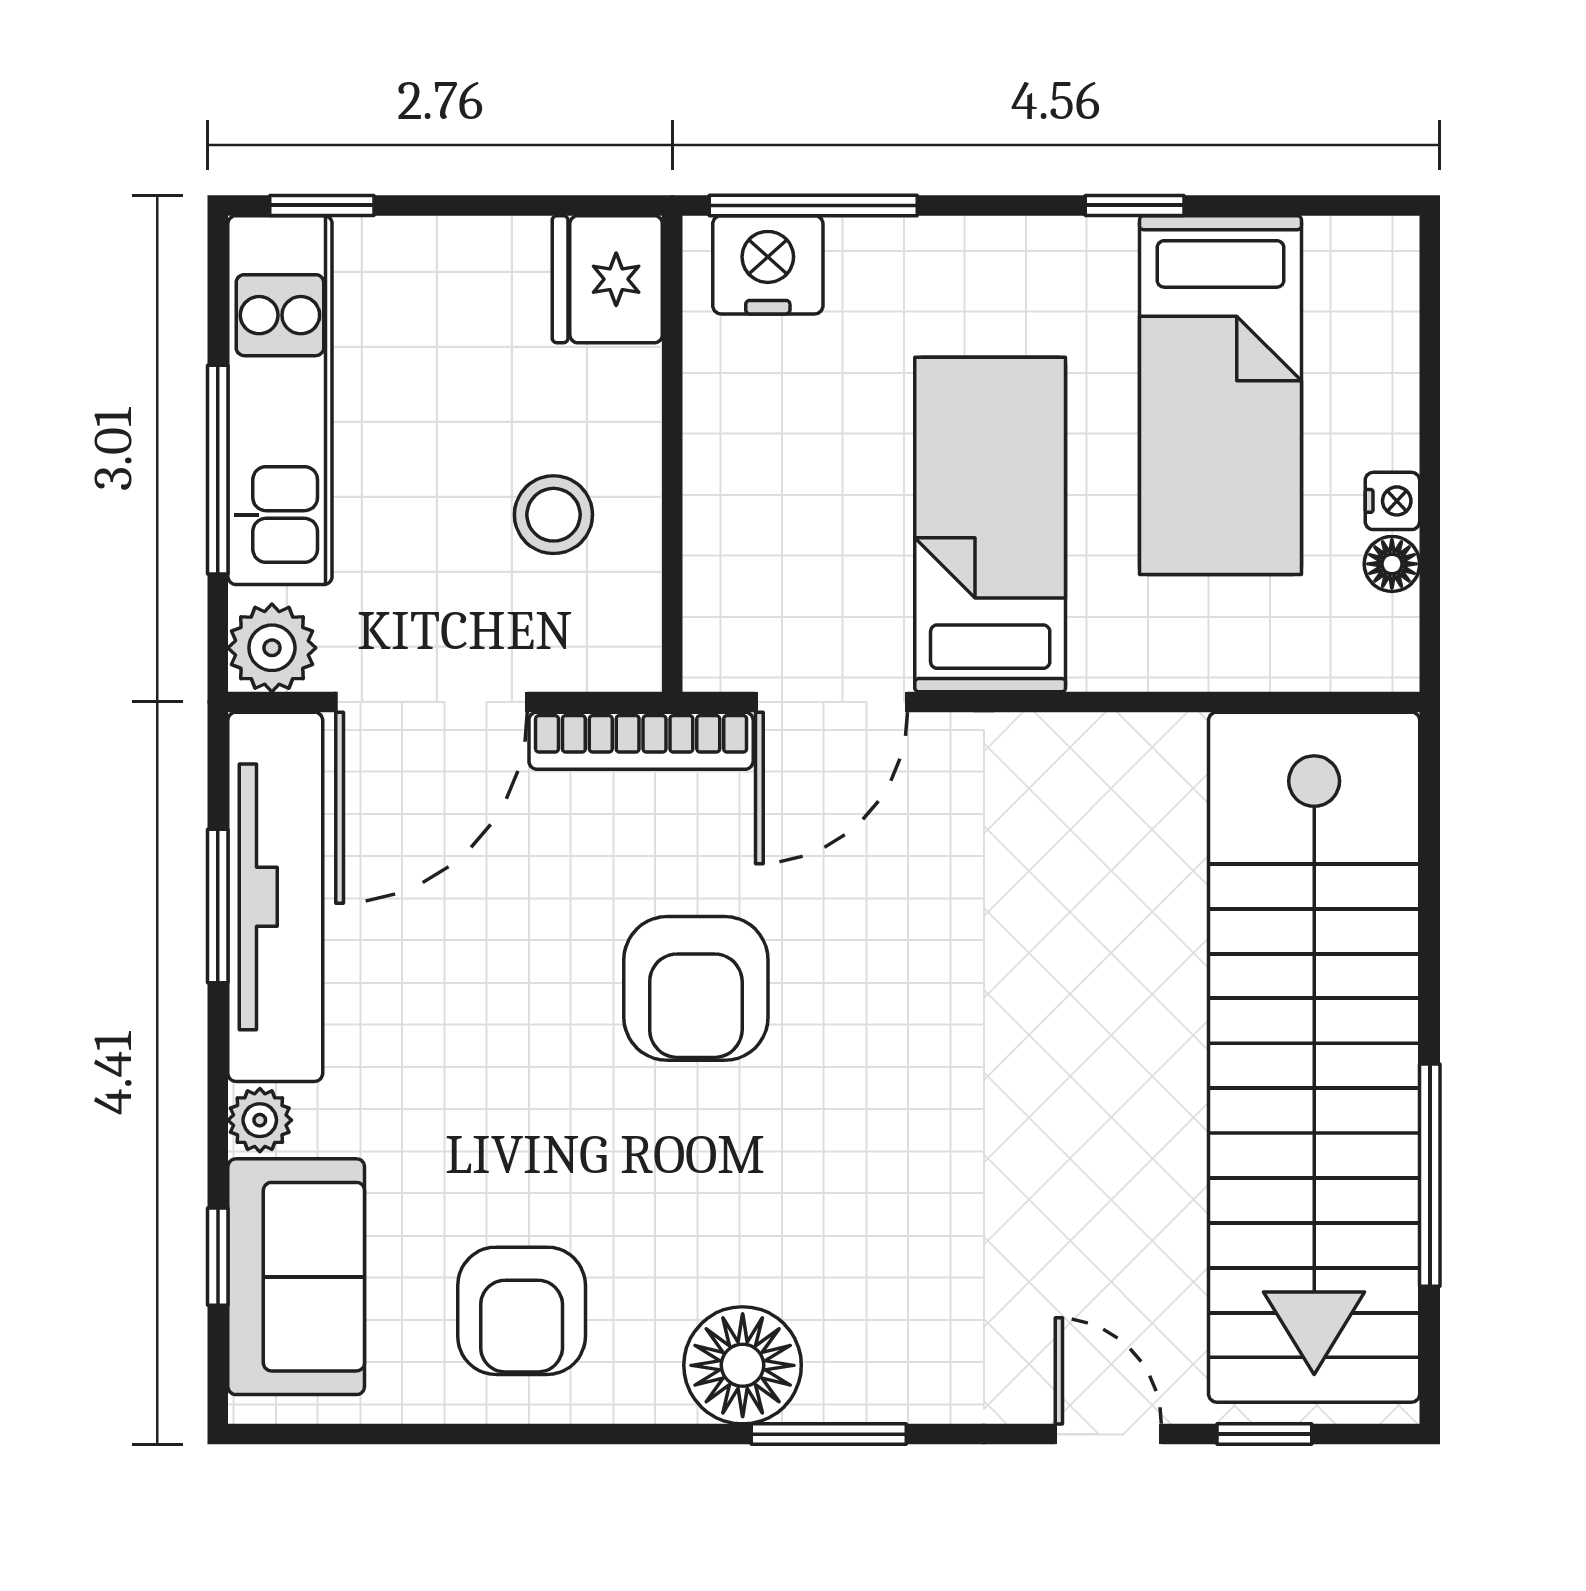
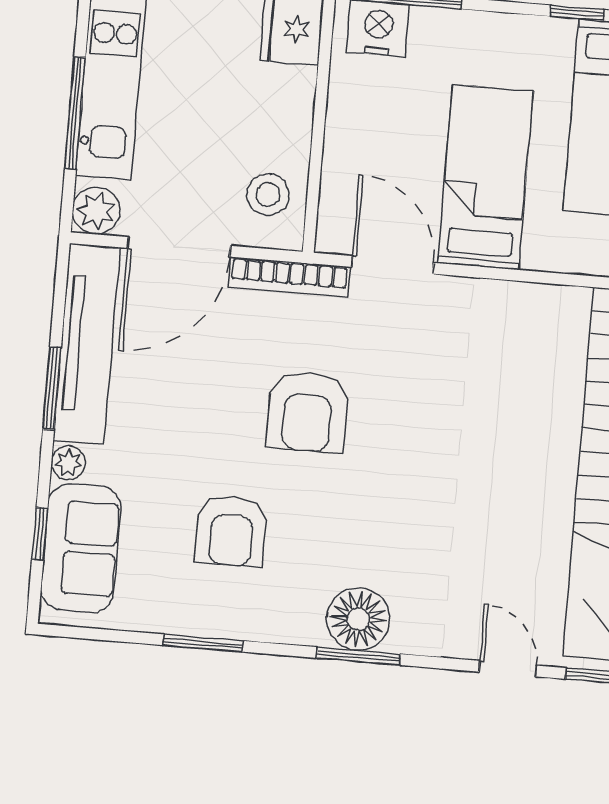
stool: (553, 515) -> (268, 195), moved
door: (831, 702) -> (393, 265), swing flipped
window: (218, 906) -> (52, 388), moved
armchair: (522, 1311) -> (231, 531), moved
floor lamp: (743, 1365) -> (358, 619), moved
window: (538, 1434) -> (203, 643), added

